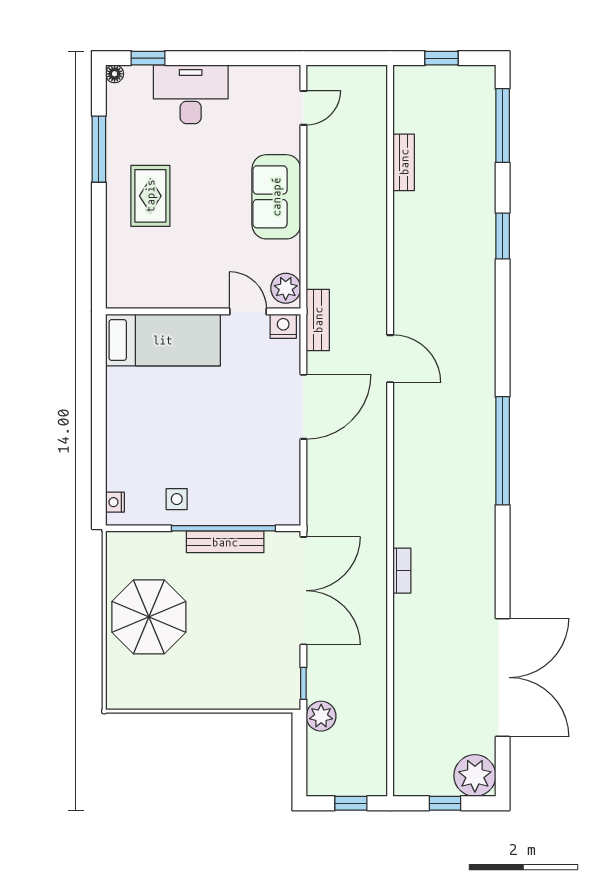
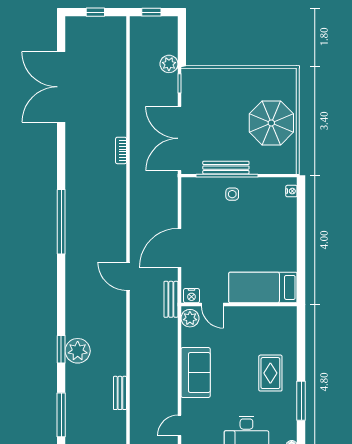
side table: (177, 499) -> (232, 194), moved
plant: (475, 776) -> (78, 351), moved

